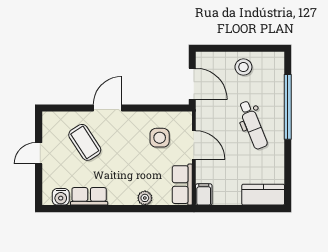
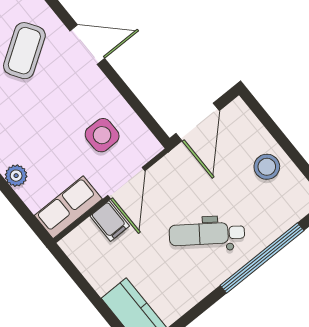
dental chair: (253, 125) -> (207, 234), turned 58
filing cabinet: (204, 194) -> (110, 221), moved, turned 90

